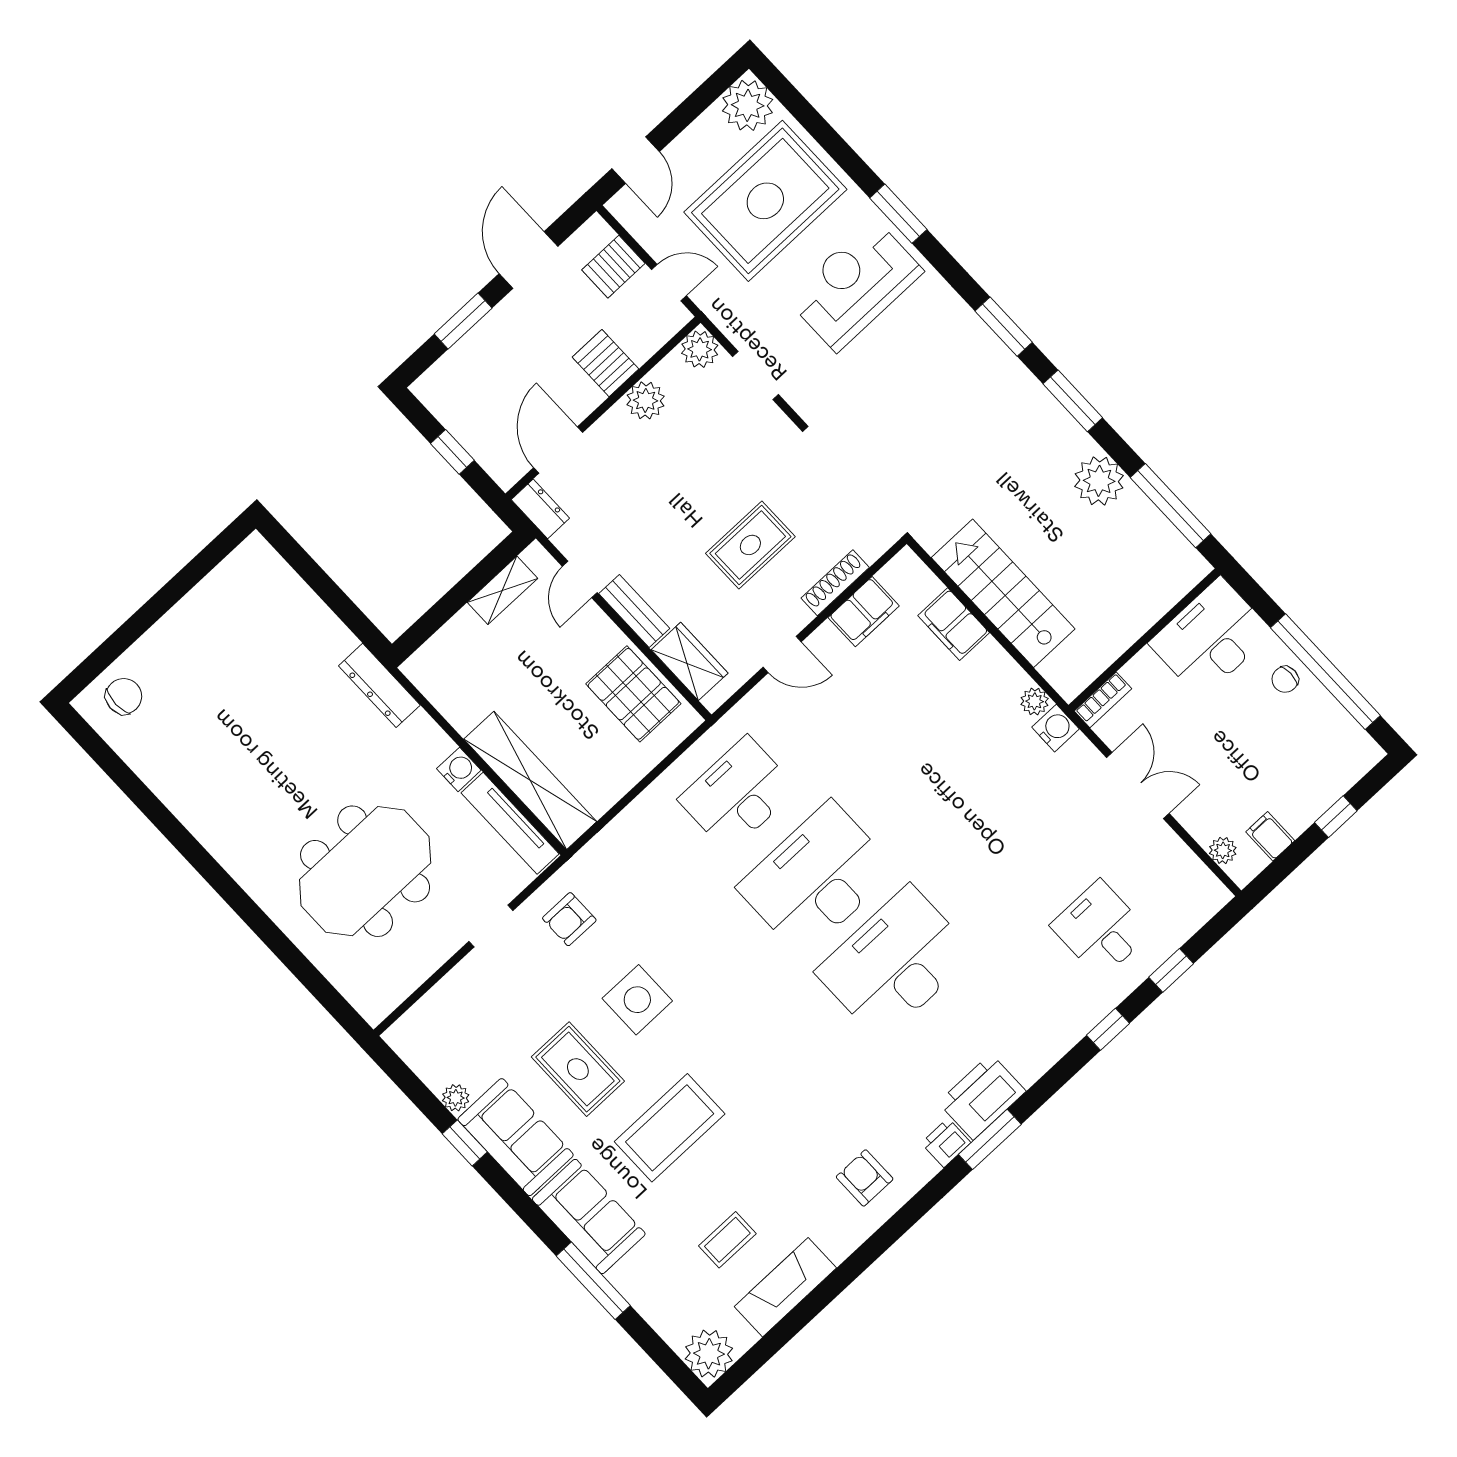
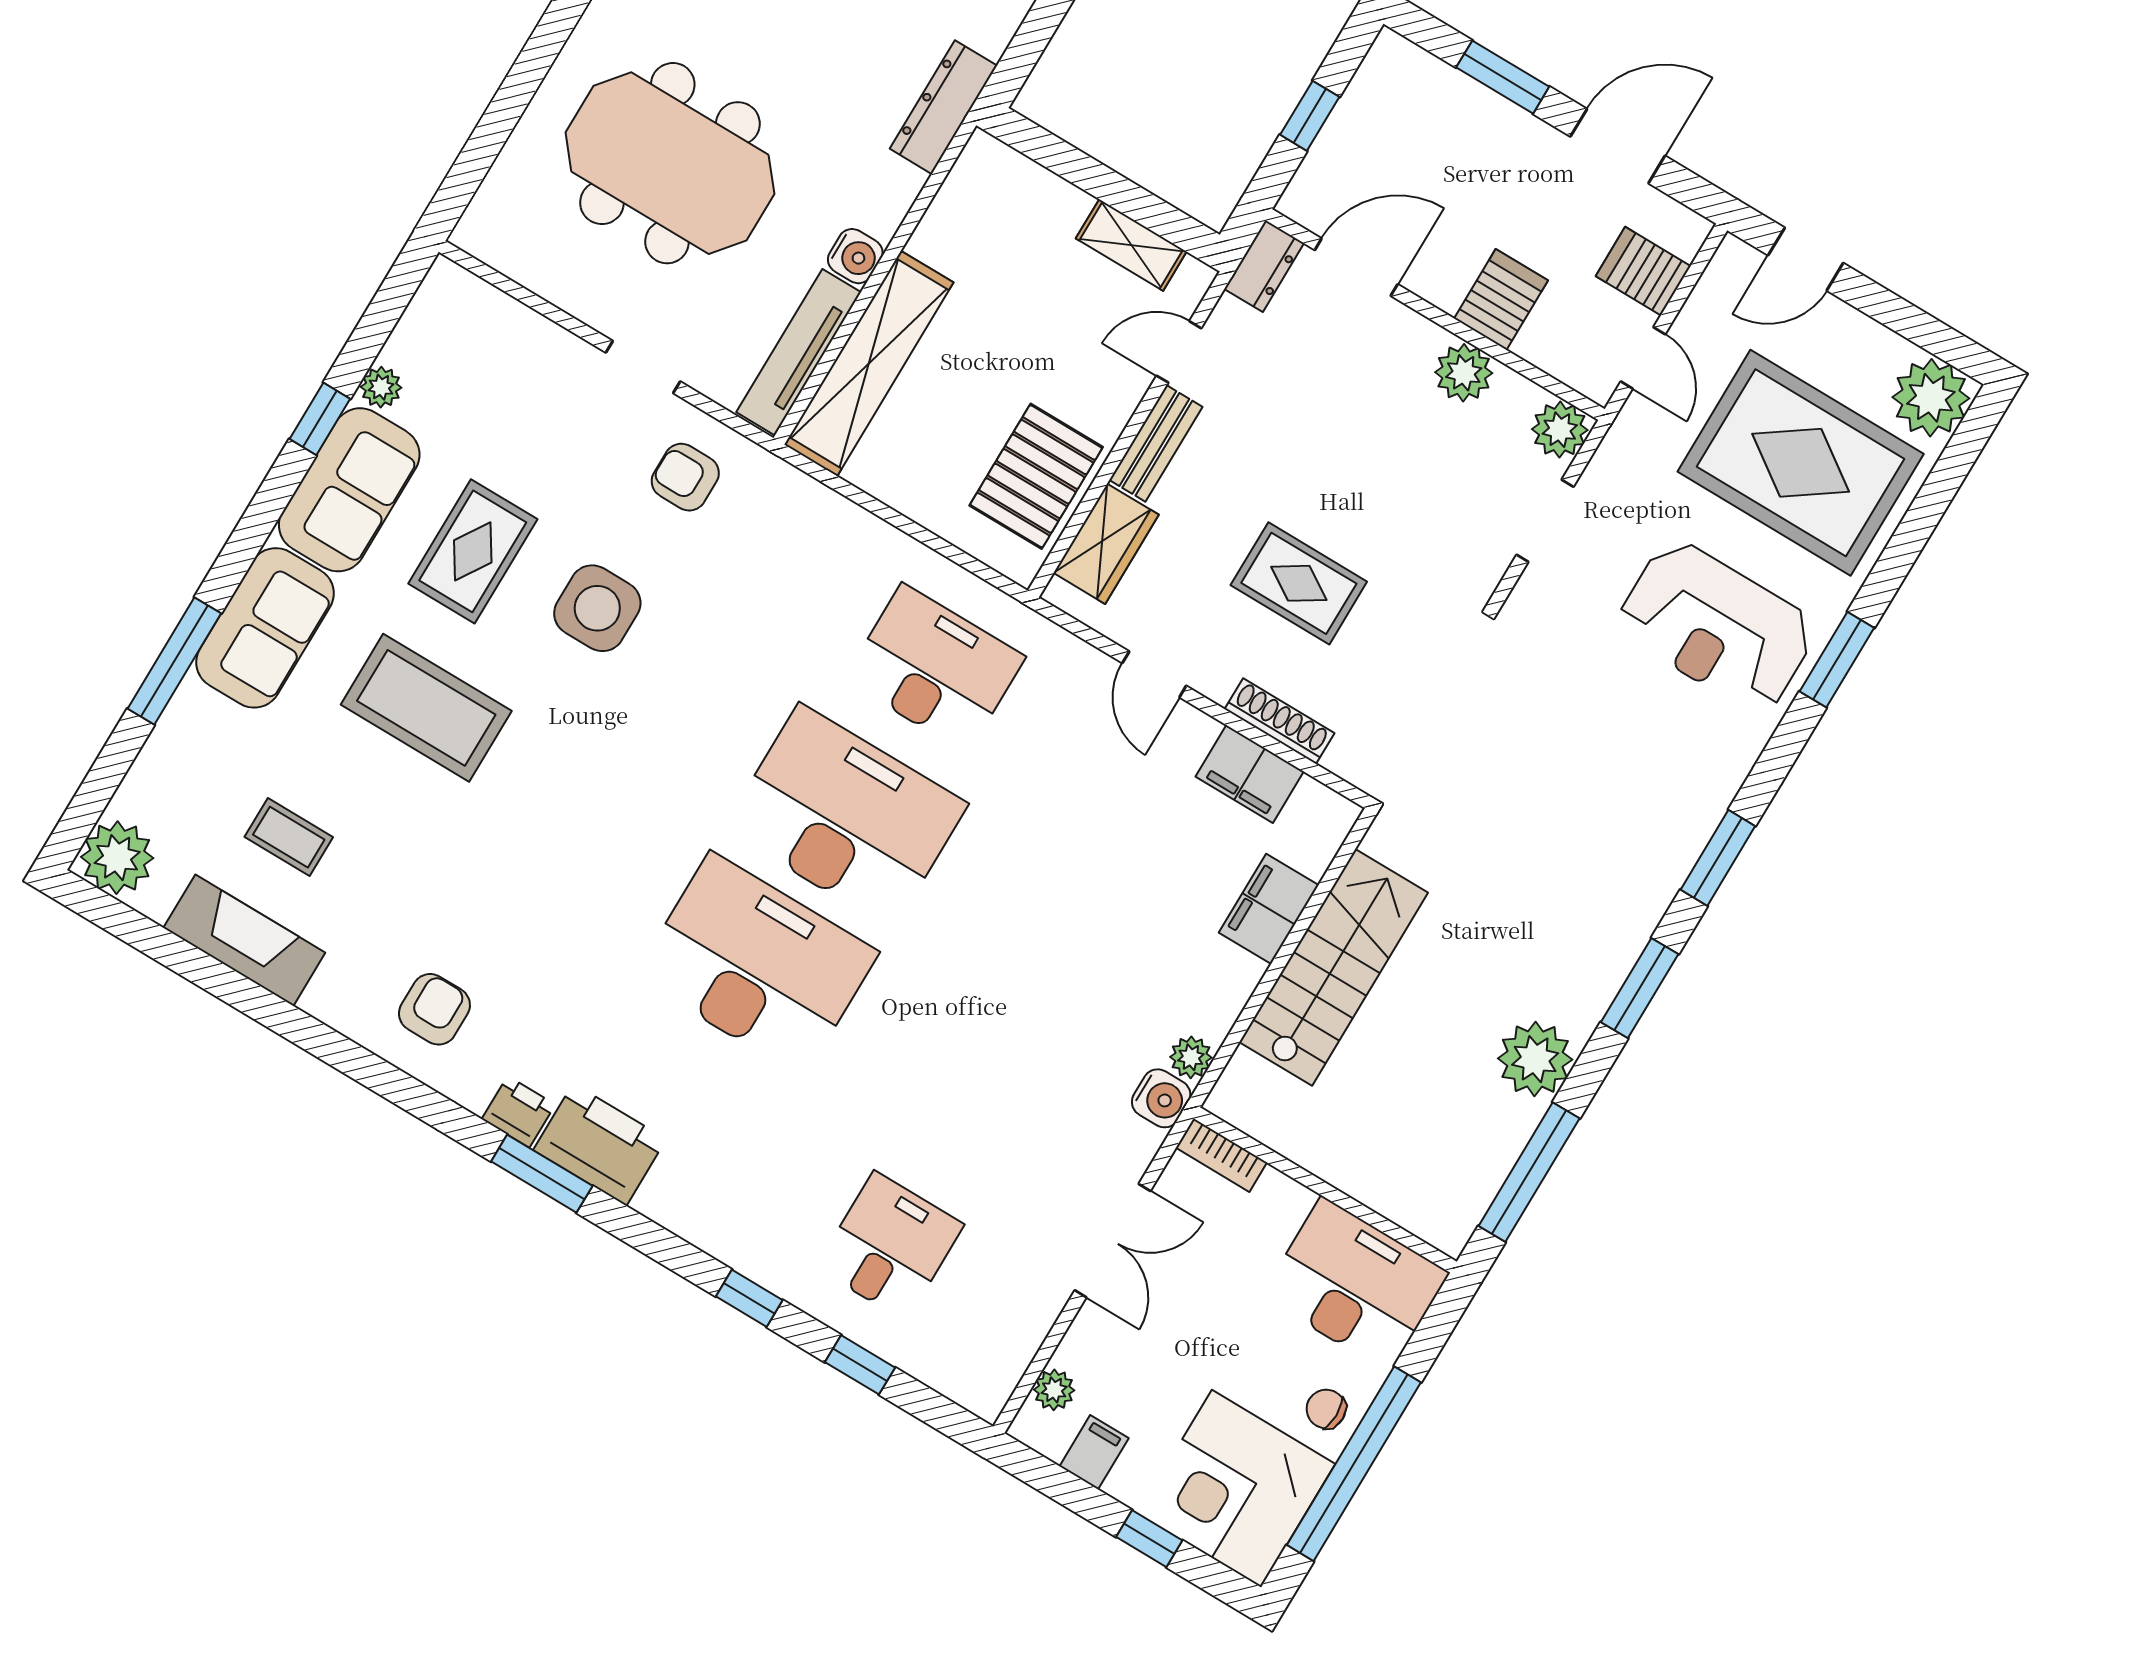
reception desk: (855, 285) -> (1716, 626), turned 180
corner desk: (1320, 752) -> (1236, 1489), added

